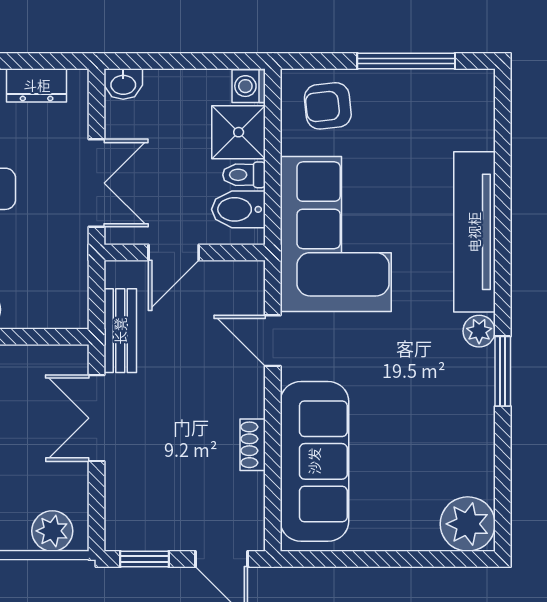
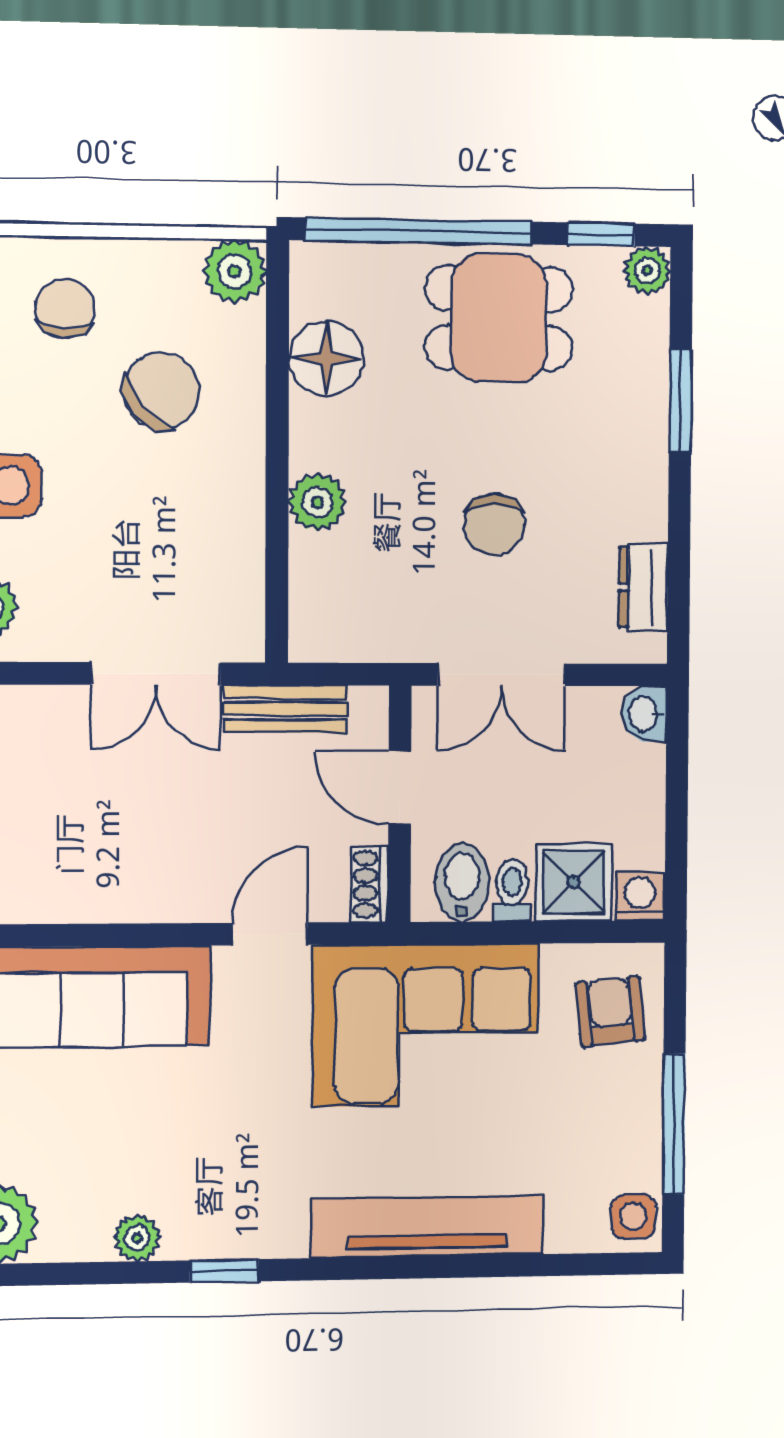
side table: (470, 89) -> (633, 1217), added
plant: (479, 331) -> (137, 1238), moved
window: (503, 371) -> (224, 1271), width x0.67
double door: (97, 418) -> (156, 674), swing flipped
shoe rack: (253, 445) -> (370, 884), moved, turned -90

